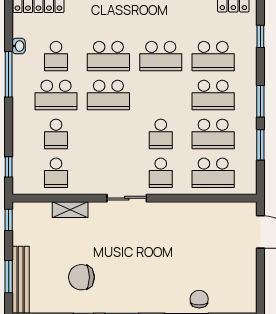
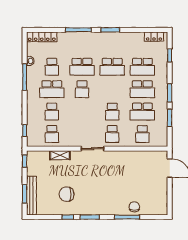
school desk: (108, 95) -> (82, 89), width x0.54
school desk: (213, 173) -> (142, 134), width x0.54

